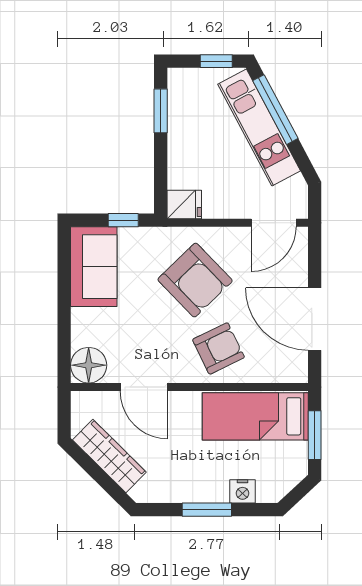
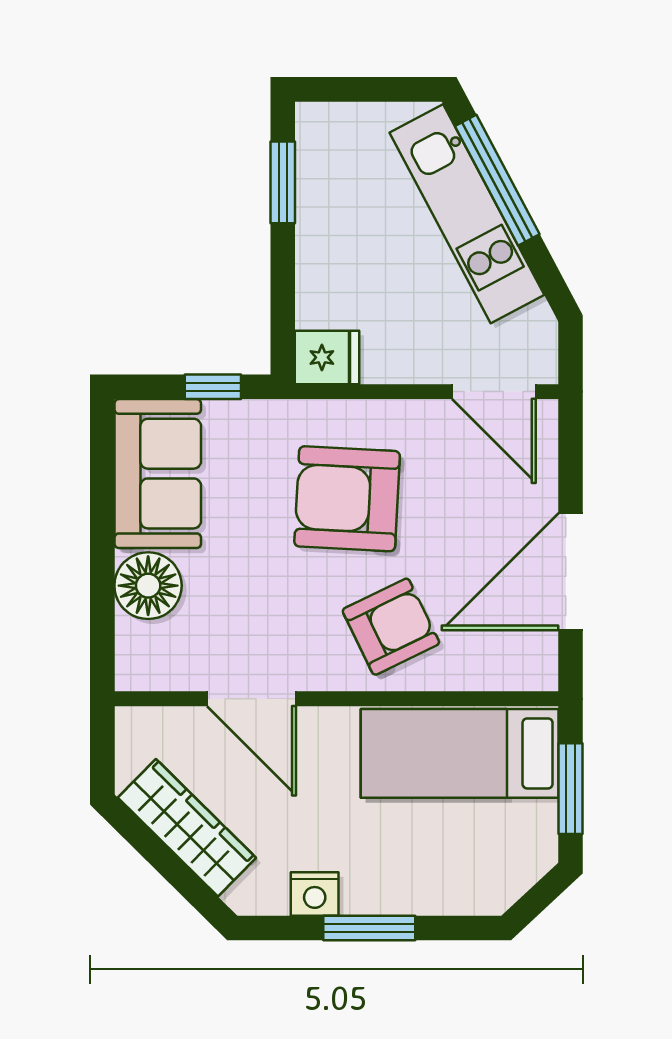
window: (216, 61) -> (387, 89), removed
door: (274, 223) -> (494, 392), hinge flipped
armchair: (195, 280) -> (347, 499), turned 137
door: (315, 319) -> (570, 572), hinge flipped
floor lamp: (89, 365) -> (148, 586), moved
nightstand: (242, 491) -> (315, 894), moved

